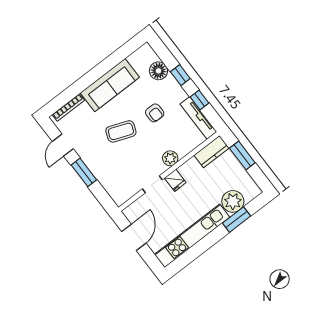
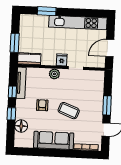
plant: (233, 201) -> (40, 23), removed

